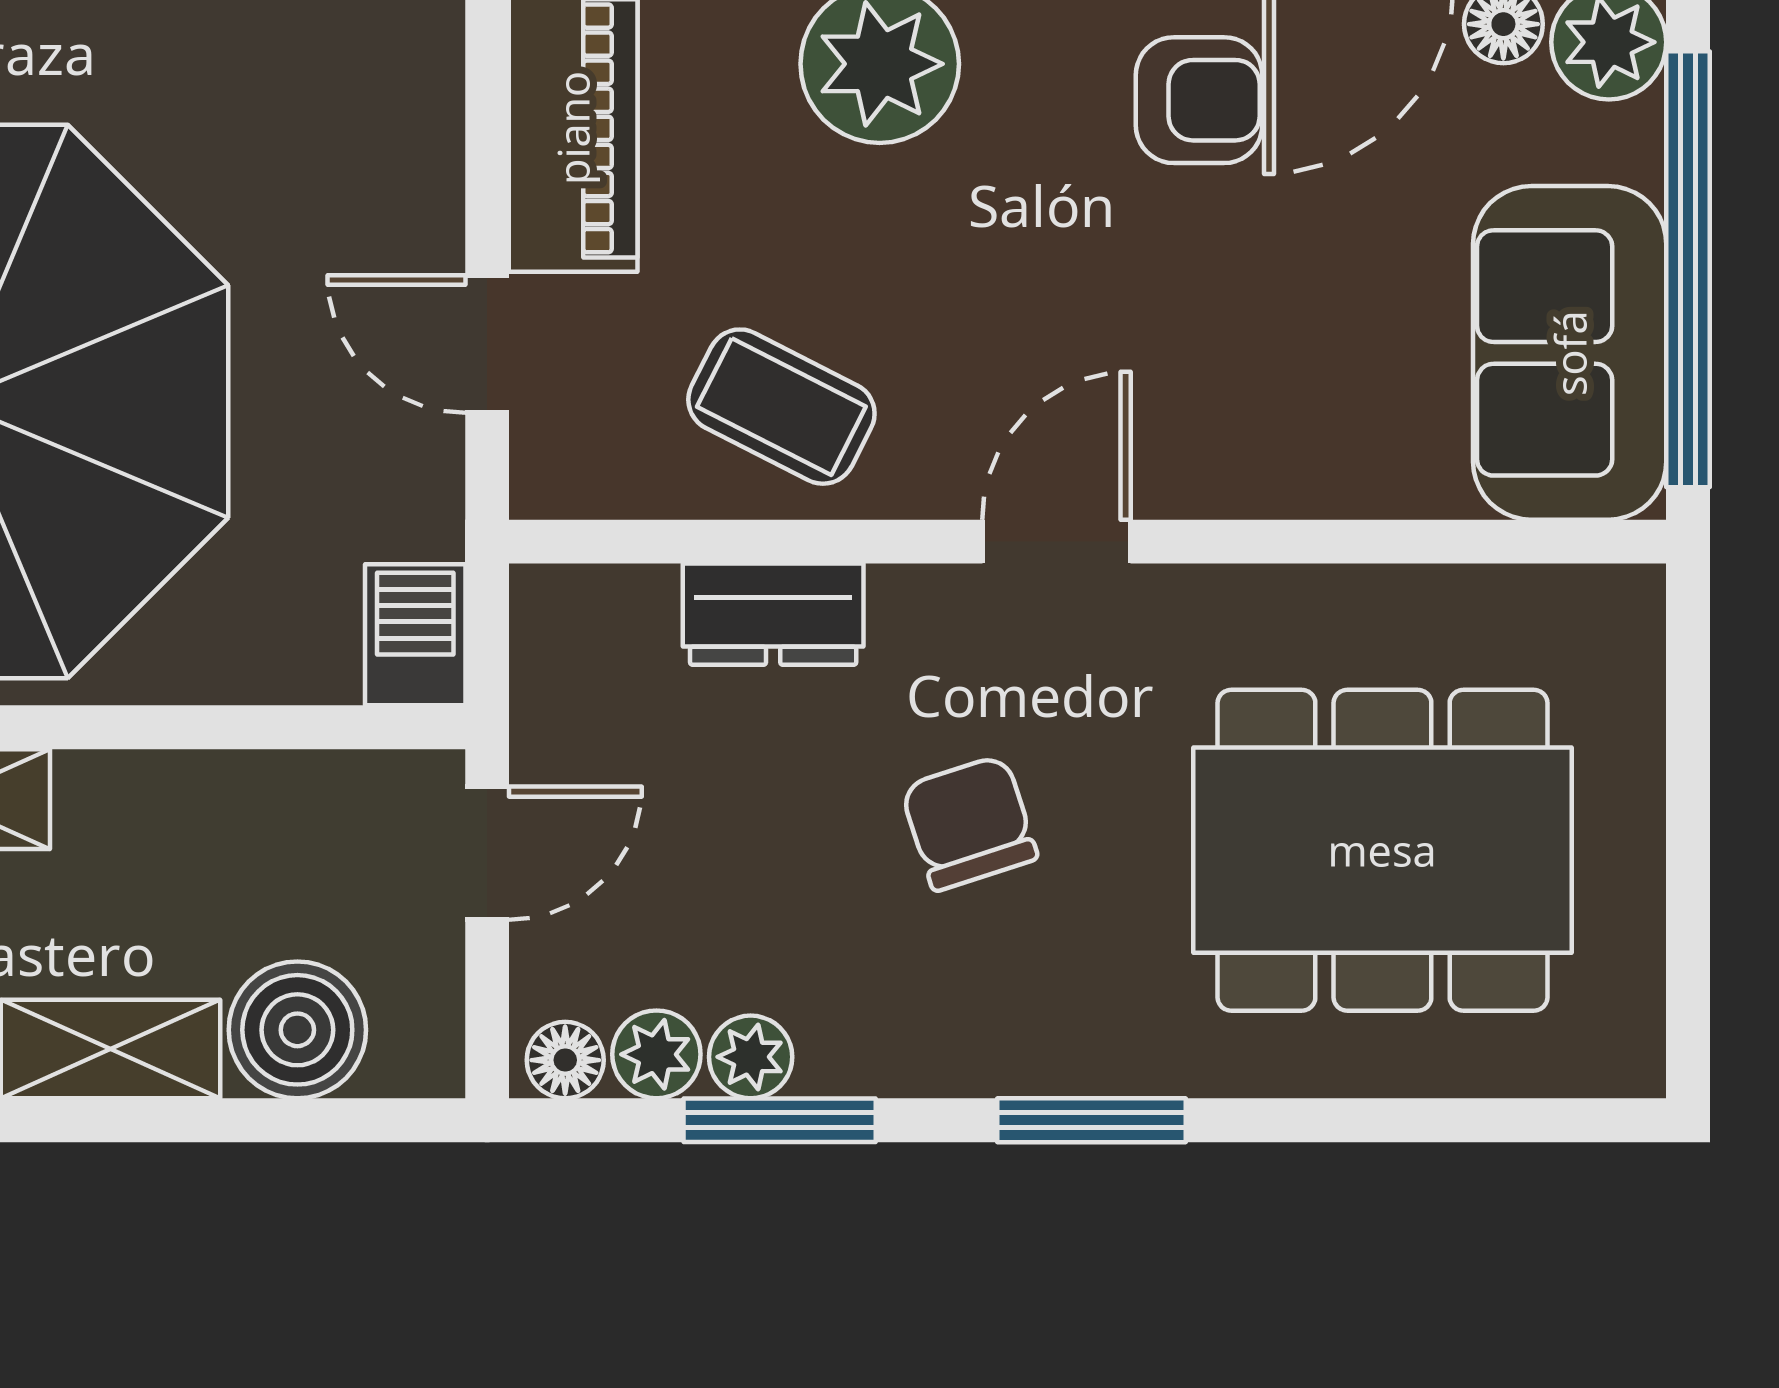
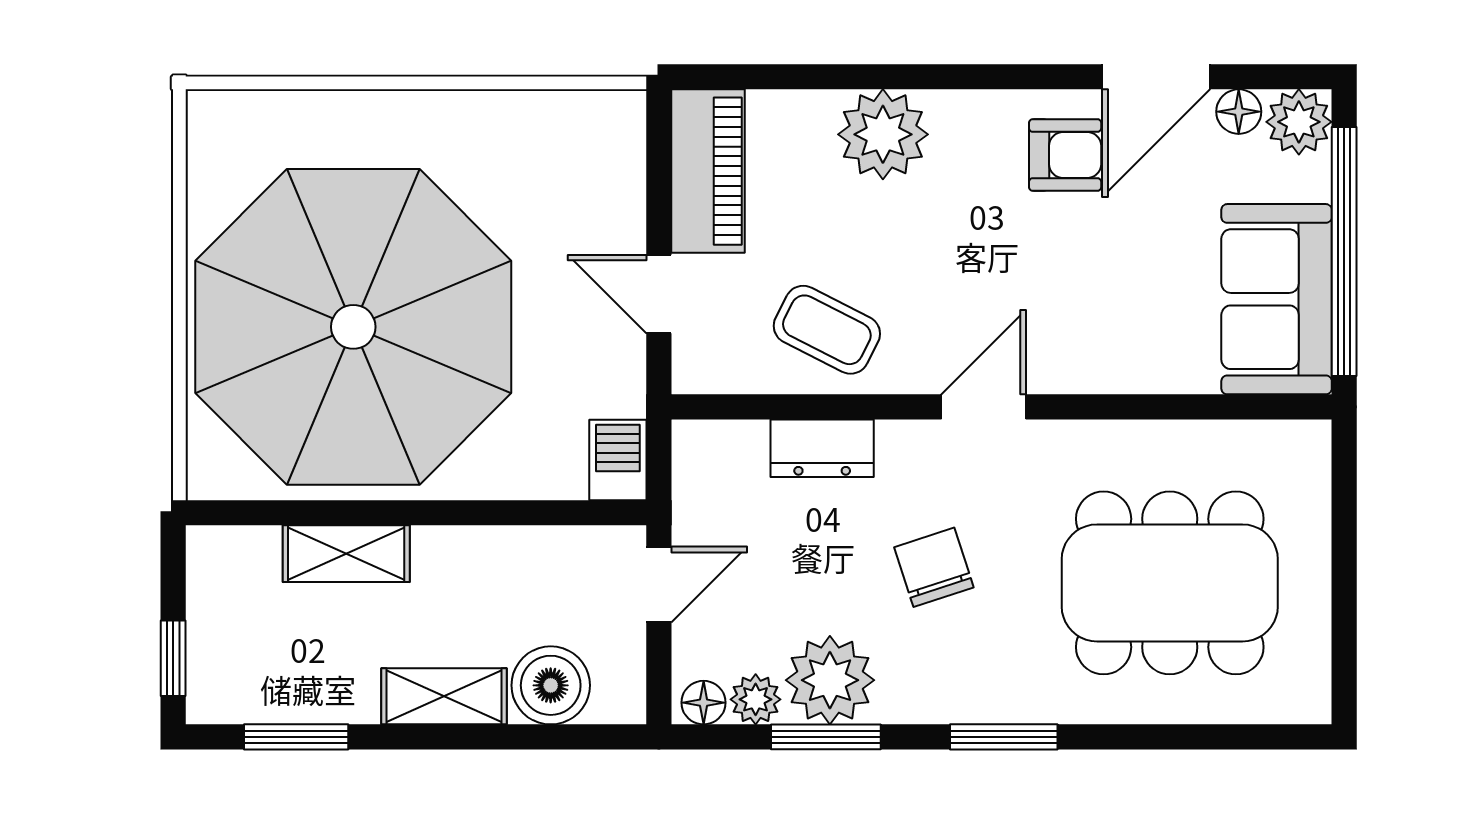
plant: (751, 1057) -> (830, 680), width x1.87, depth x1.87

